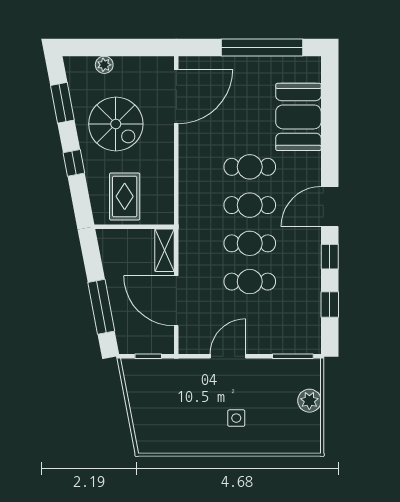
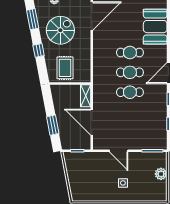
spiral stairs: (116, 124) -> (60, 30), turned -90
cafe table: (250, 282) -> (130, 112), removed
window: (101, 307) -> (53, 125), width x0.69
door: (228, 356) -> (119, 151), swing flipped

